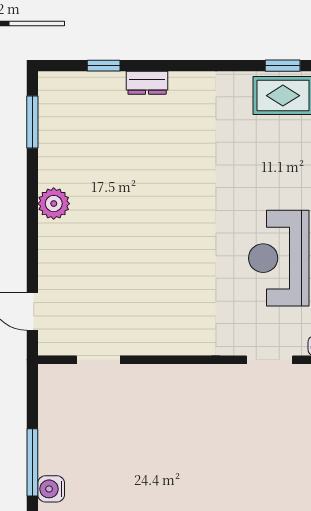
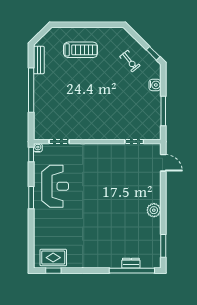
window: (104, 66) -> (132, 271), width x3.17
dresser: (147, 83) -> (131, 263), moved
window: (32, 462) -> (163, 111), moved

